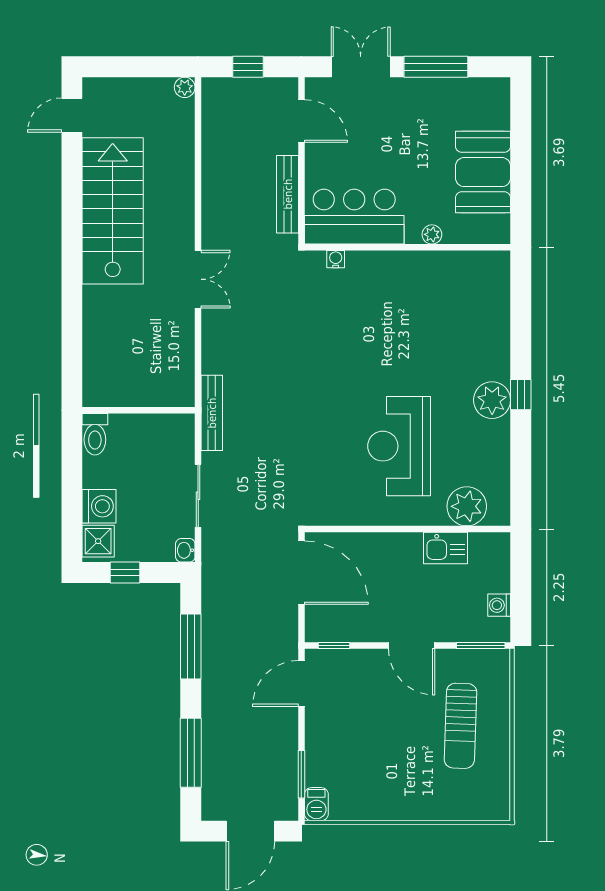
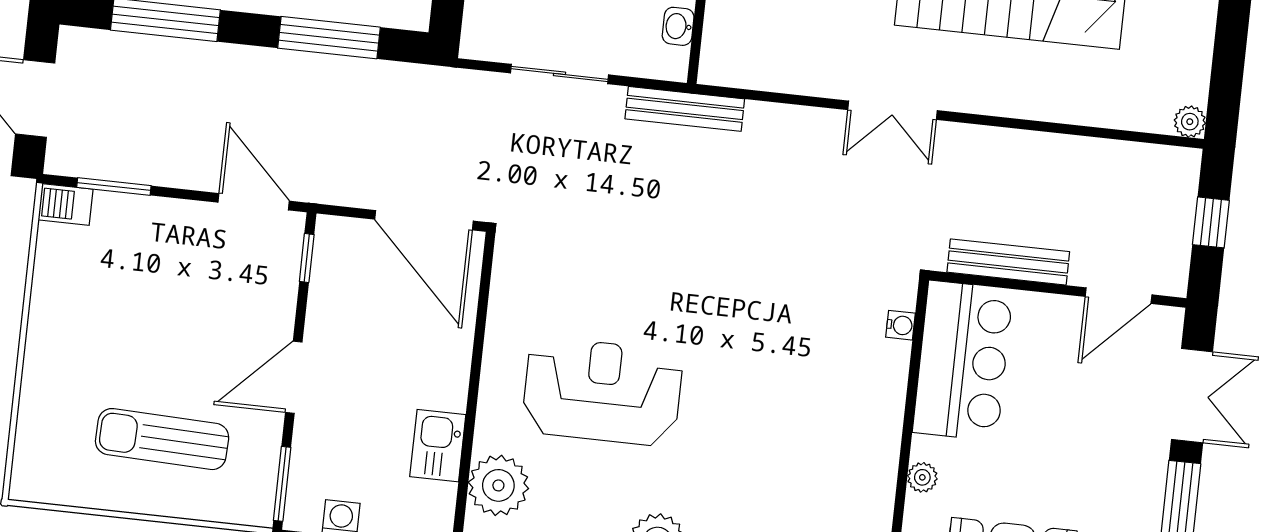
washbasin: (185, 550) -> (678, 26), moved, turned -90
door: (301, 573) -> (424, 220), hinge flipped

